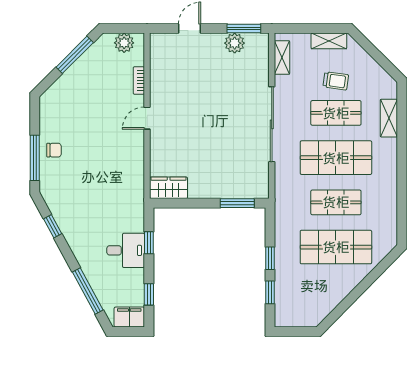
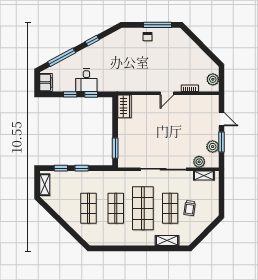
window: (244, 29) -> (221, 142), moved
shelving: (329, 41) -> (45, 185), moved
window: (75, 55) -> (205, 49), removed
plant: (260, 65) -> (199, 162), added
door: (147, 118) -> (167, 93), swing flipped
window: (35, 158) -> (157, 25), moved
window: (53, 226) -> (92, 41), moved
shop shelf: (336, 247) -> (88, 208), width x0.70, depth x0.74
window: (149, 294) -> (70, 94), moved

